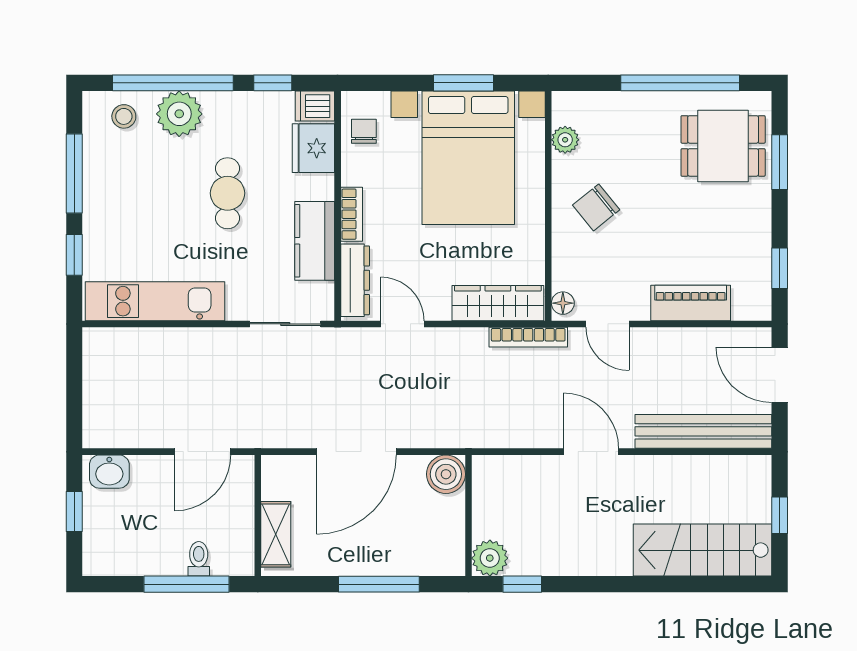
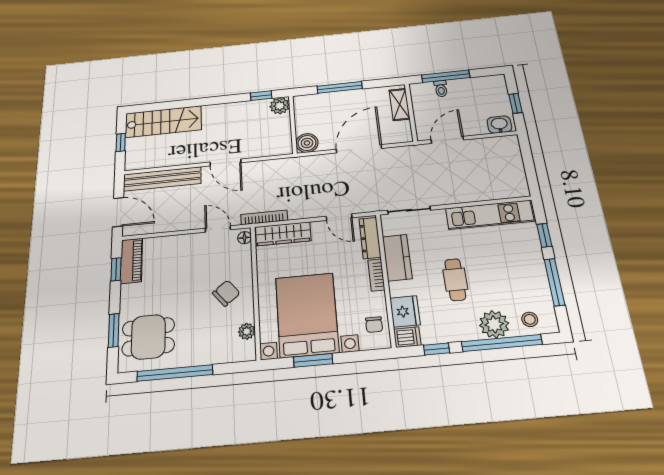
piano: (691, 303) -> (131, 261), moved, turned -90

